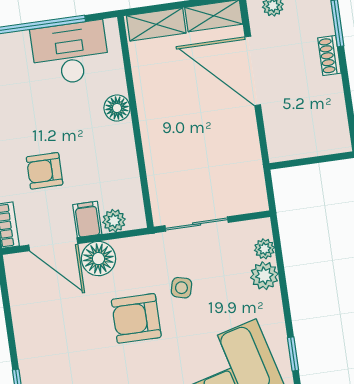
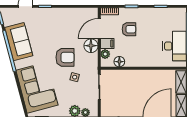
floor lamp: (117, 108) -> (119, 62), moved
armchair: (45, 171) -> (129, 29), turned 90
armchair: (136, 318) -> (65, 57), turned 90

